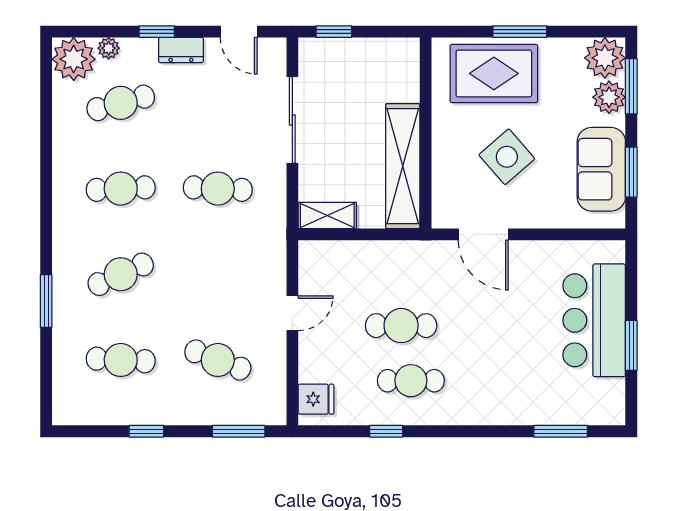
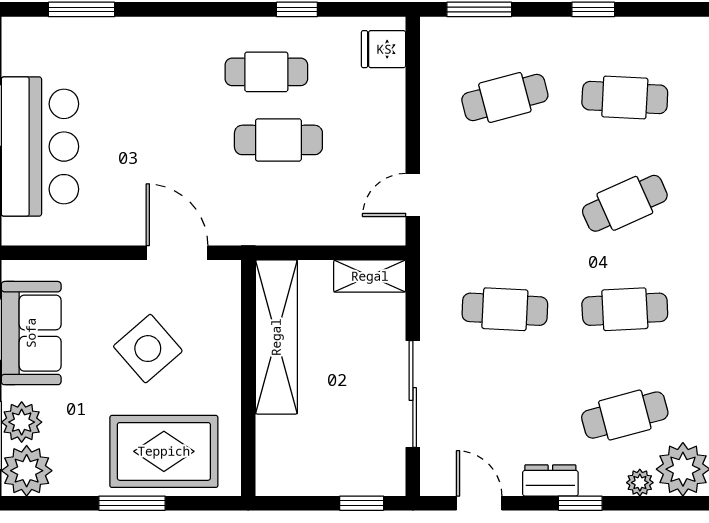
door: (292, 313) -> (413, 195), moved
cafe table: (218, 360) -> (505, 97), turned -36

